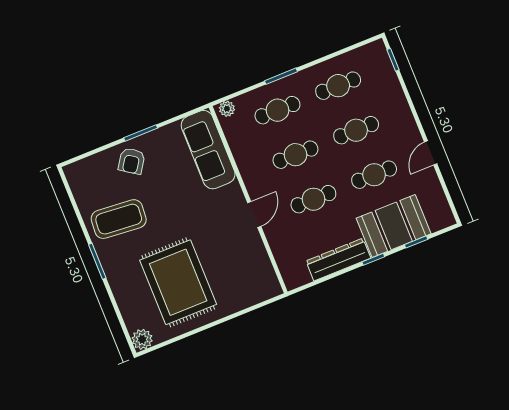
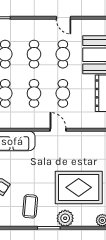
coffee table: (119, 219) -> (30, 206), width x0.73, depth x0.76
plant: (122, 281) -> (65, 218), added

